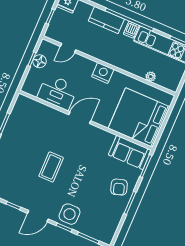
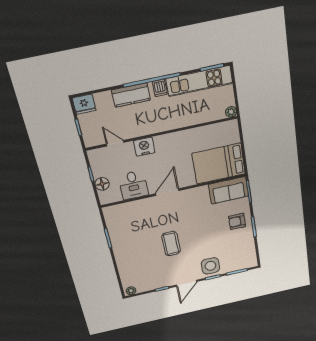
door: (68, 48) -> (115, 143), swing flipped
floor lamp: (40, 61) -> (102, 184), moved
nightstand: (103, 73) -> (144, 147), moved
plant: (151, 77) -> (231, 112), moved
desk: (58, 92) -> (133, 185), width x0.73
bed: (139, 118) -> (219, 164), width x0.73
armchair: (119, 187) -> (237, 222), turned 108

